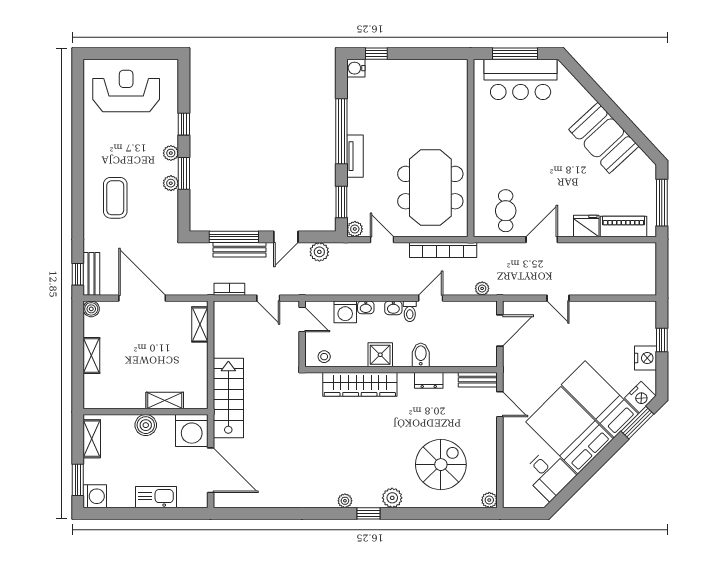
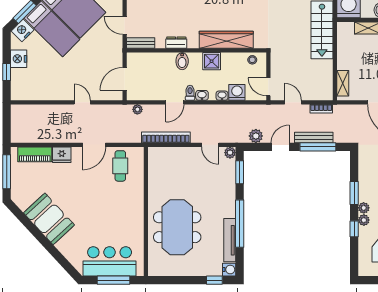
tv unit: (355, 156) -> (230, 240), moved, width x1.41
plant: (171, 183) -> (364, 220), moved
meeting table: (430, 188) -> (177, 227), moved

